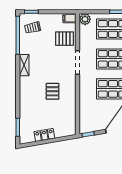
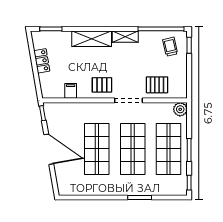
filing cabinet: (70, 18) -> (71, 91), moved
pallet: (64, 39) -> (157, 85), turned 90
pallet: (53, 91) -> (102, 85), moved
shelving: (26, 93) -> (92, 39), added

